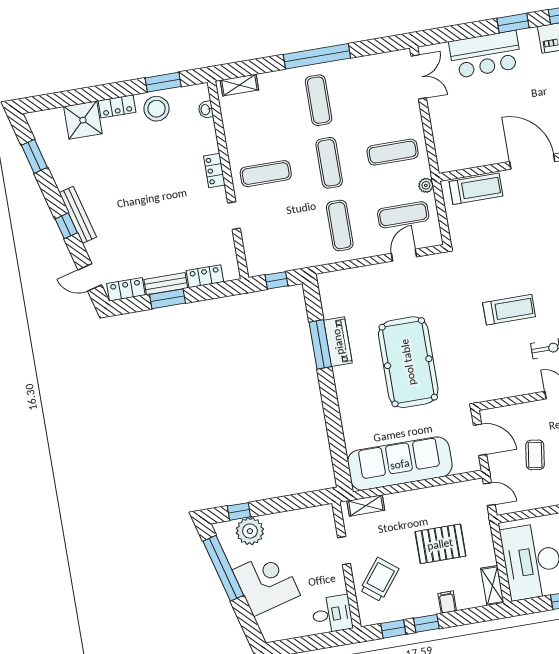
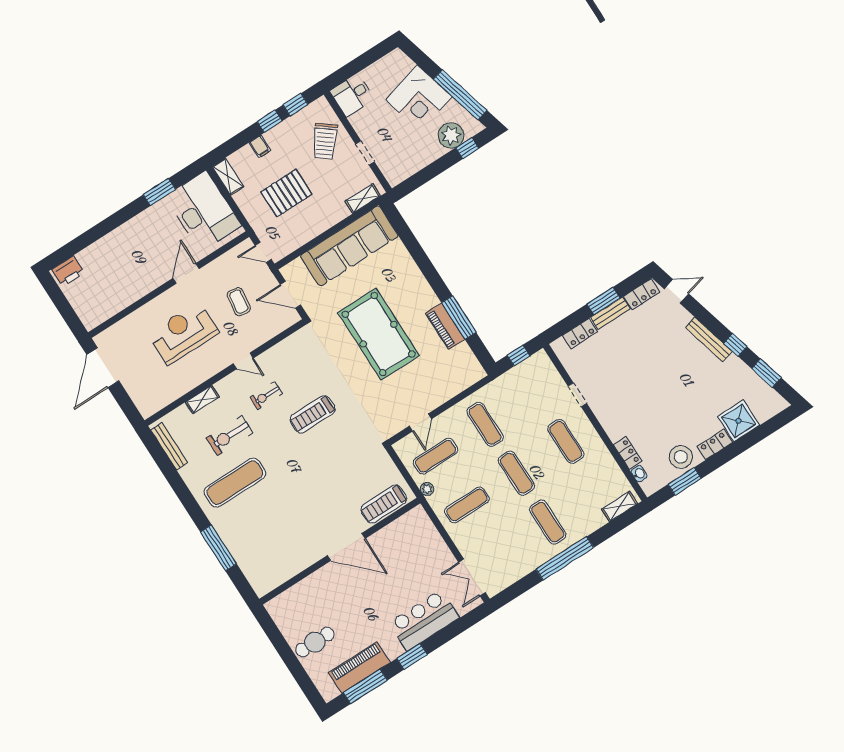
locker: (214, 170) -> (628, 453), moved
exercise mat: (266, 174) -> (566, 441), turned 90
window: (66, 226) -> (735, 345), moved

